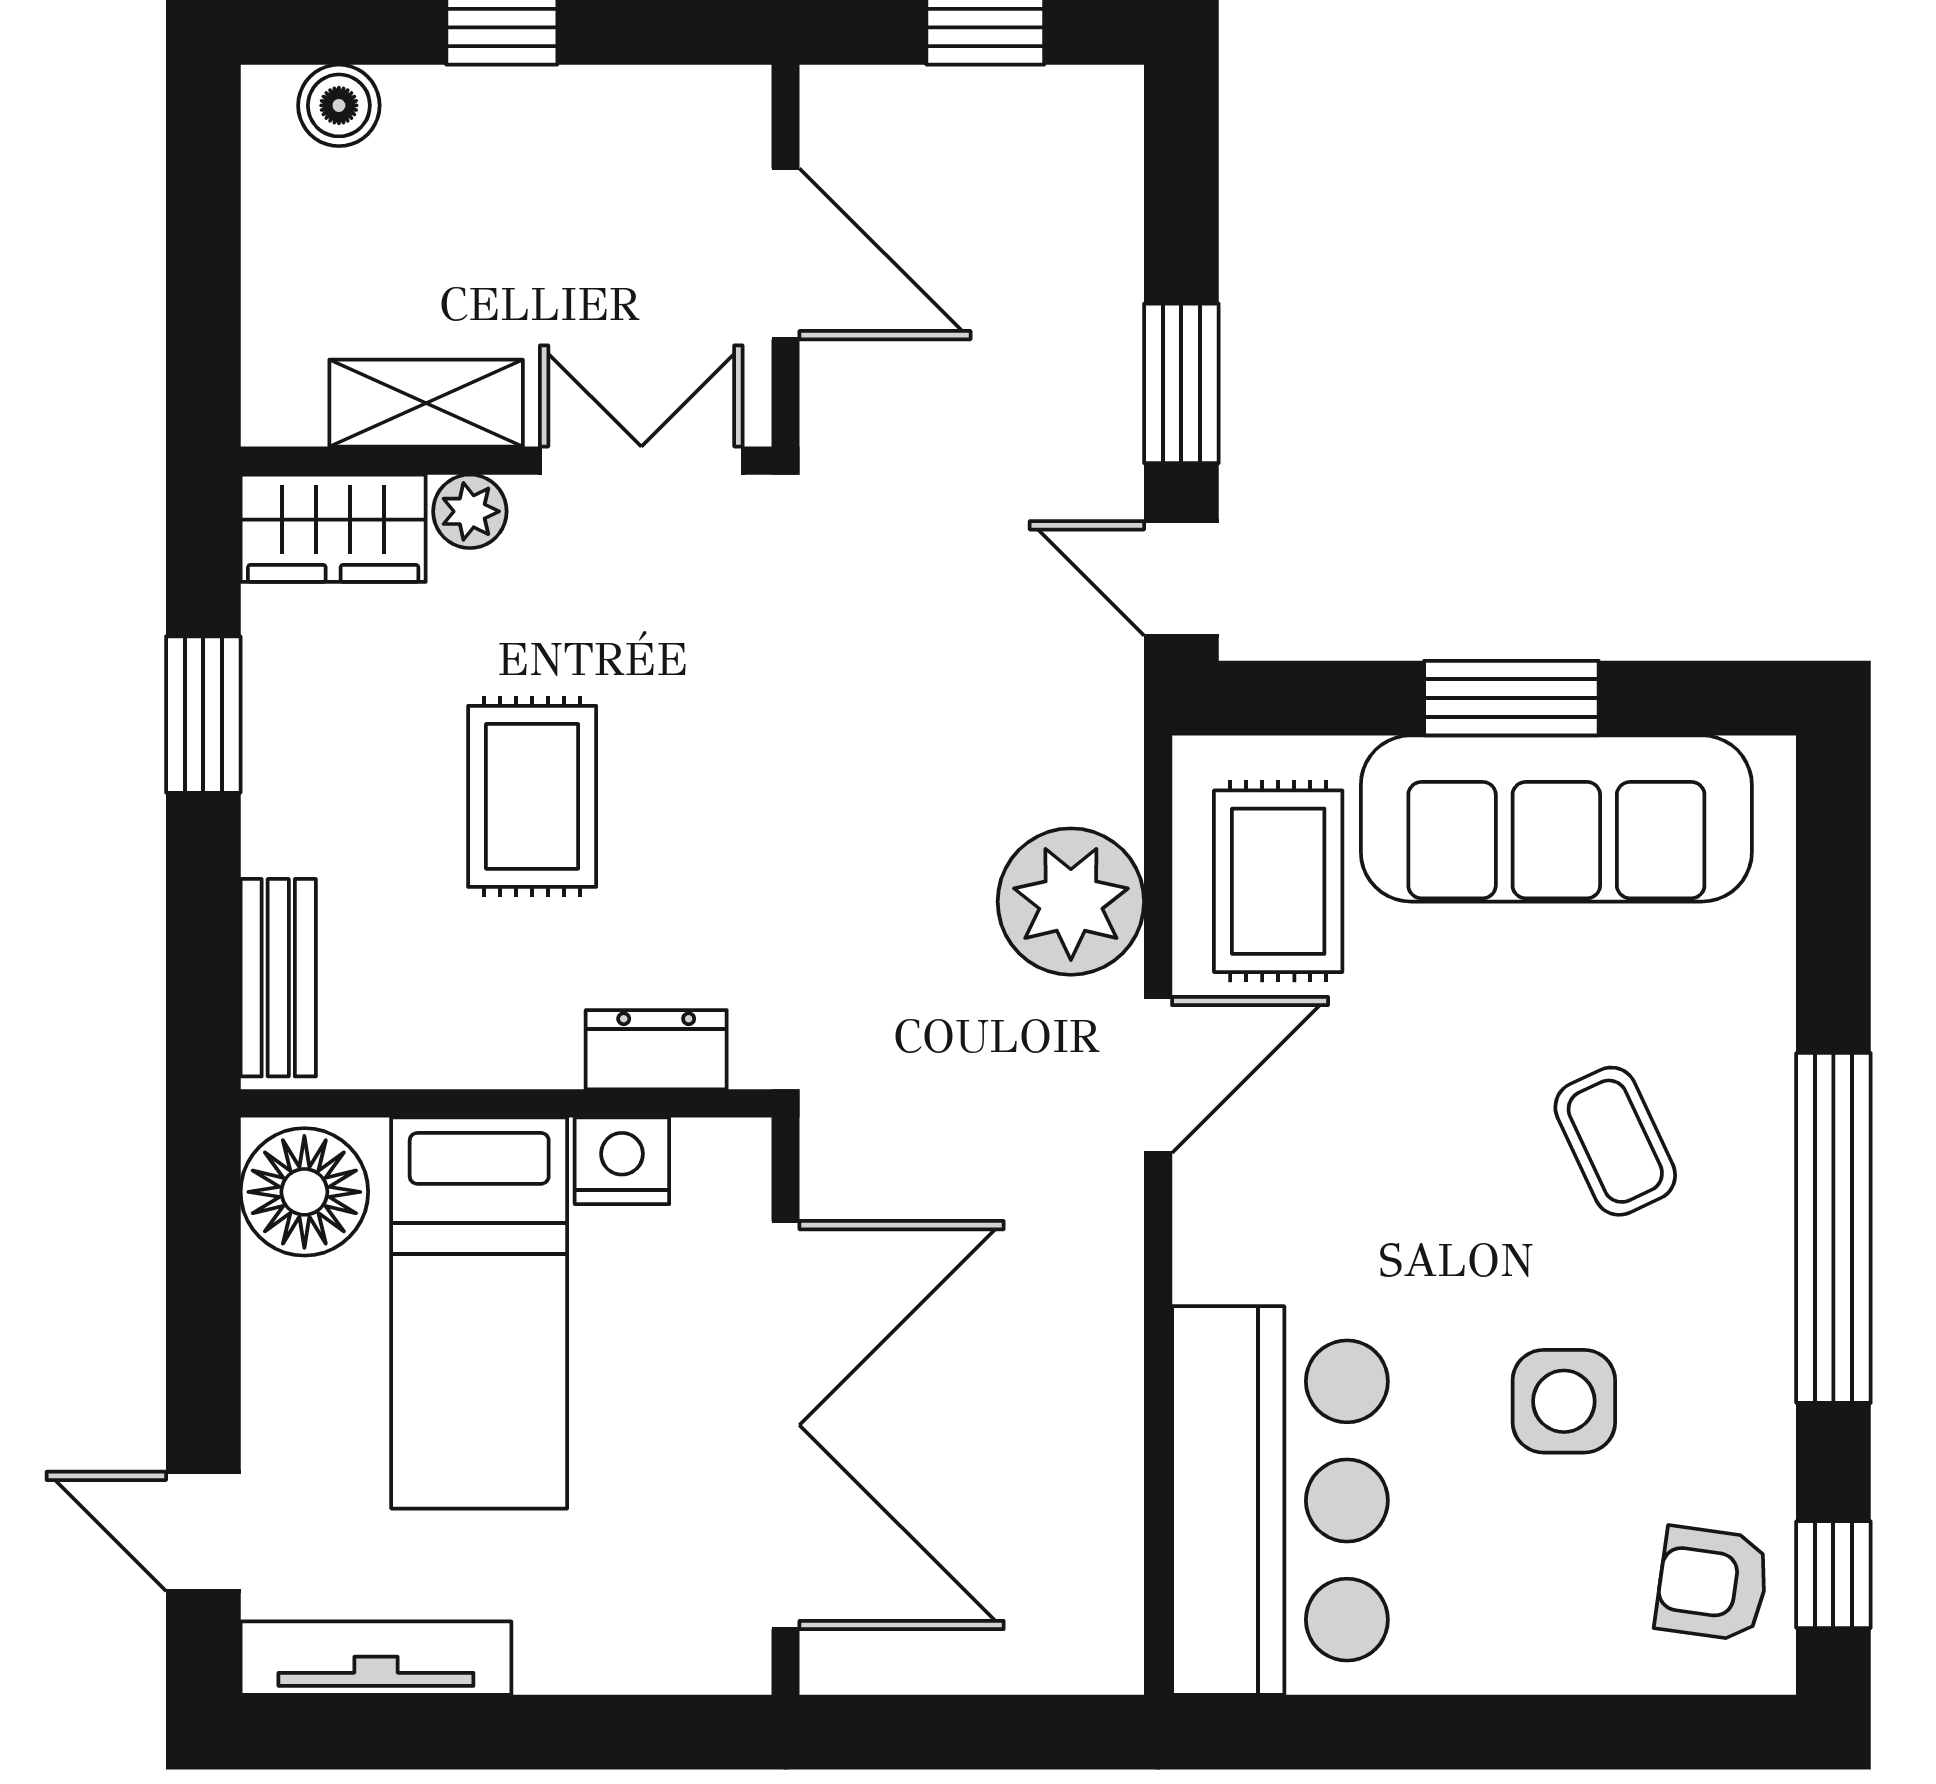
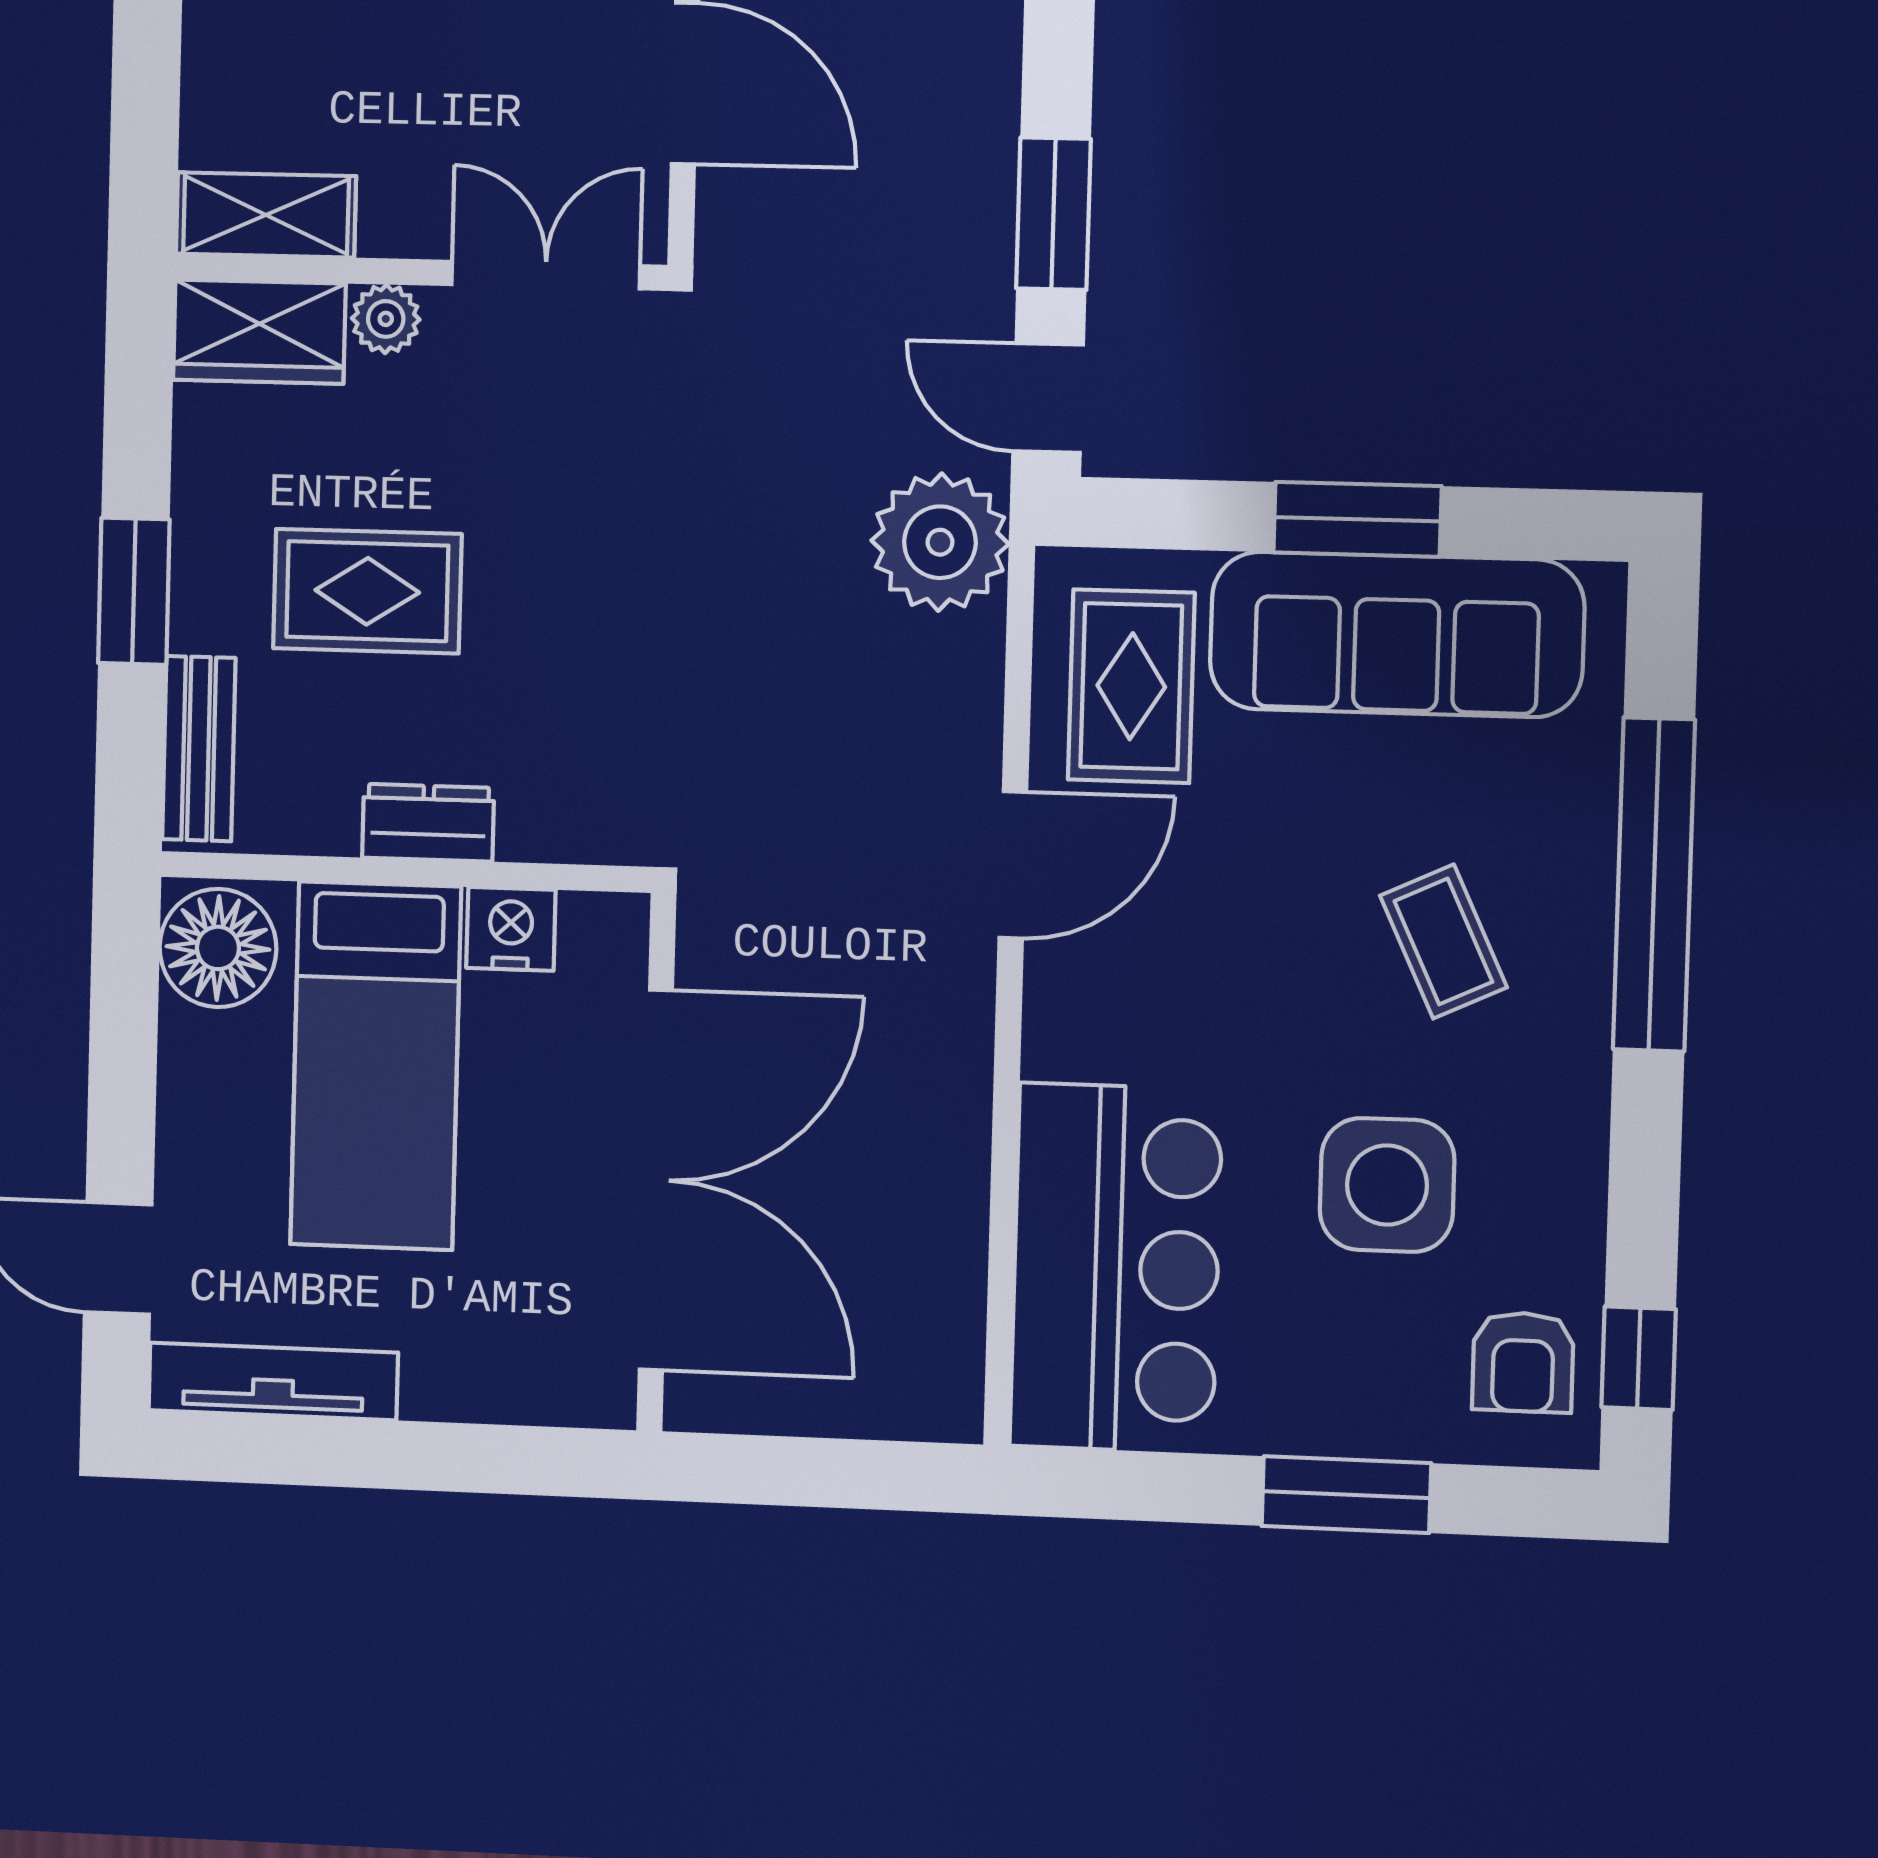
shelving: (426, 403) -> (266, 215), moved
window: (203, 715) -> (134, 591), moved
rug: (532, 796) -> (367, 591), moved, turned 90
plant: (1071, 902) -> (940, 542), moved
dresser: (656, 1050) -> (428, 823), moved
window: (1833, 1228) -> (1654, 885), moved
side table: (1564, 1401) -> (1387, 1185), width x1.37, depth x1.37
armchair: (1712, 1584) -> (1523, 1362), turned -98
window: (1531, 1732) -> (1346, 1495), added

